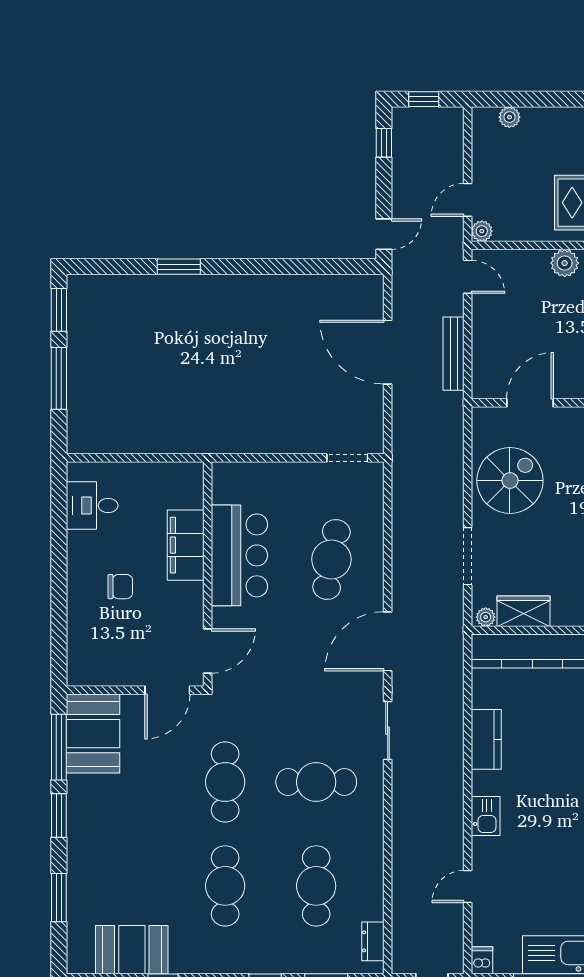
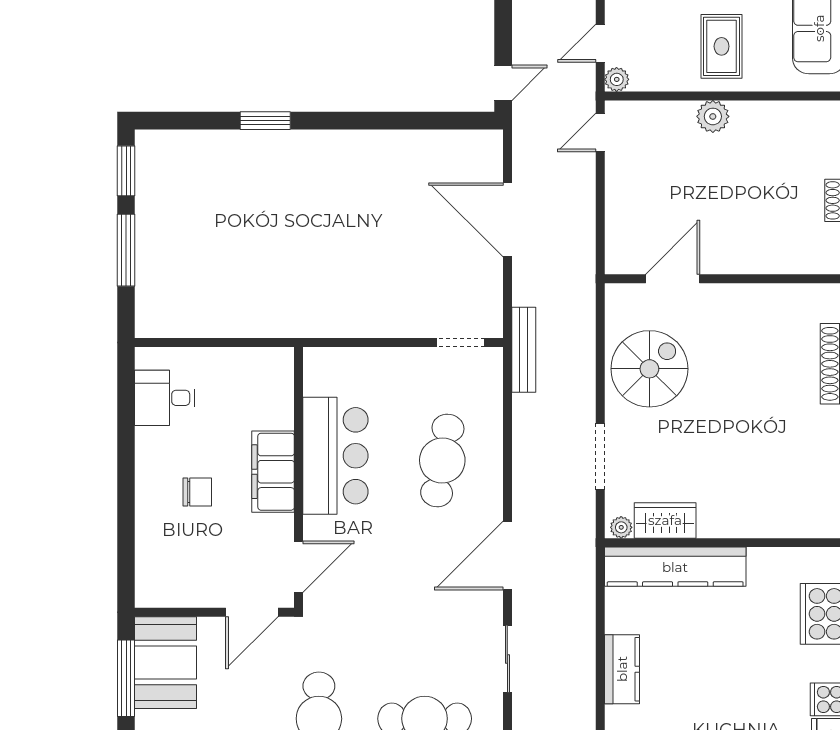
door: (468, 277) -> (600, 132), swing flipped
bench: (454, 354) -> (524, 350), moved
filing cabinet: (186, 545) -> (273, 472), moved

